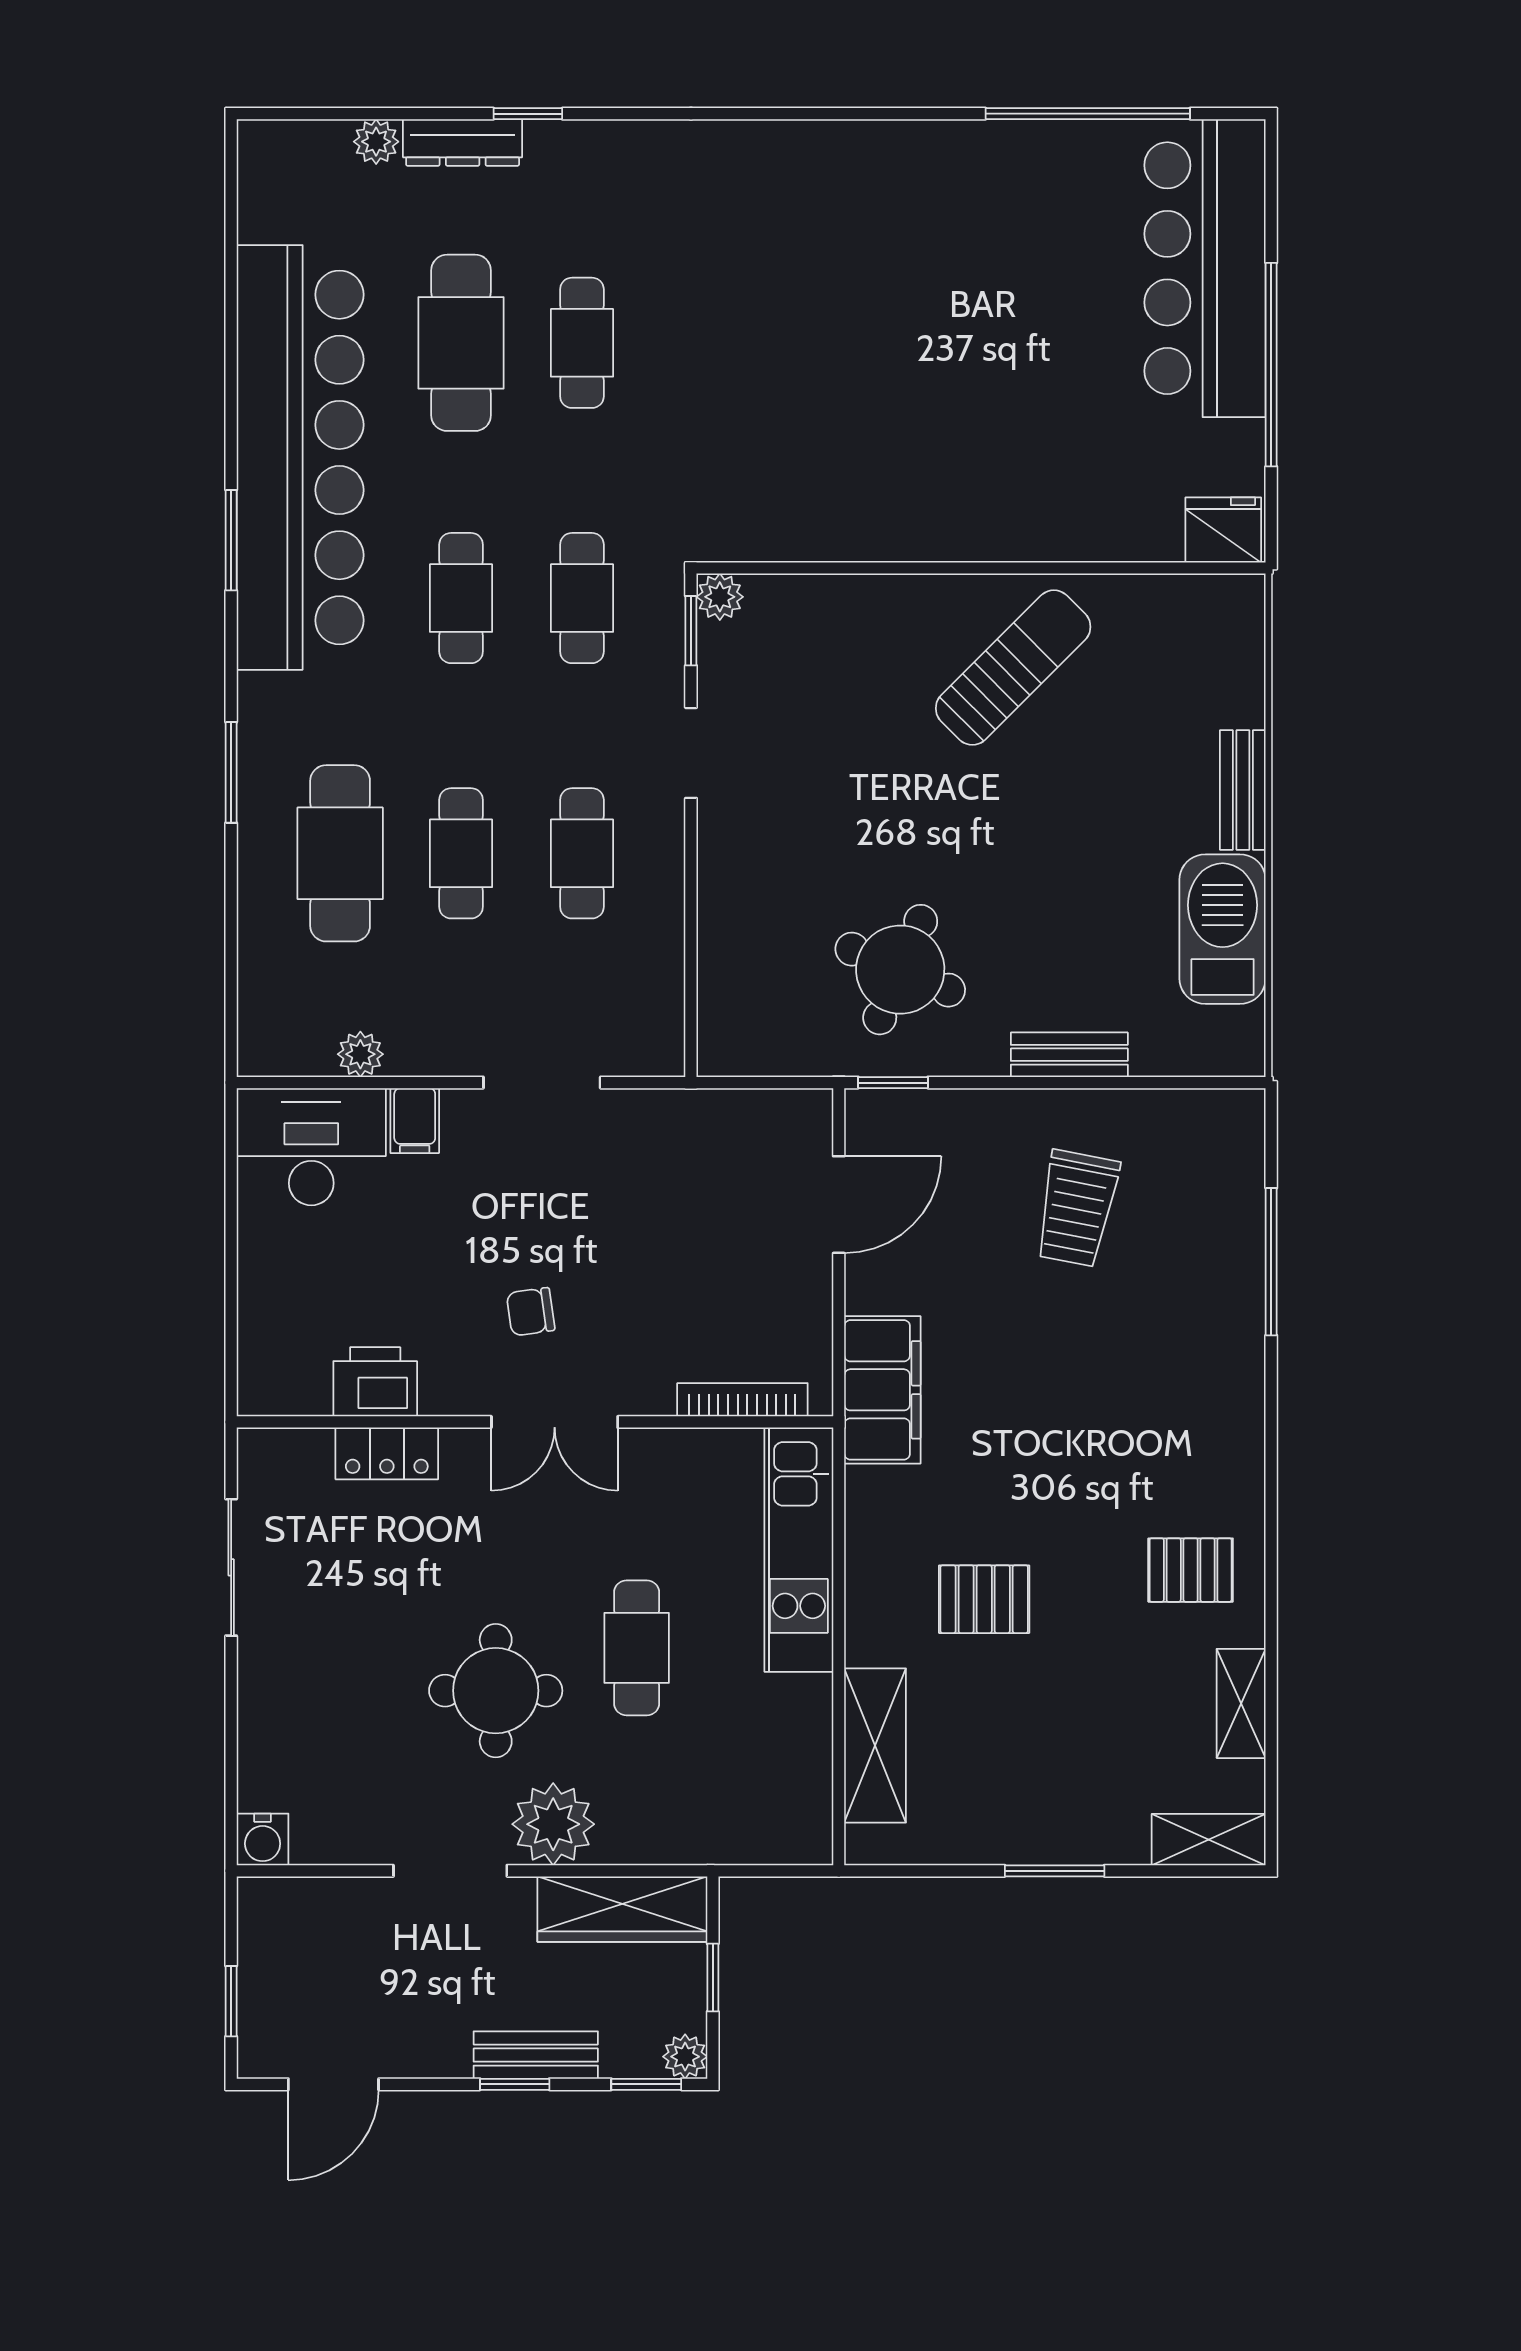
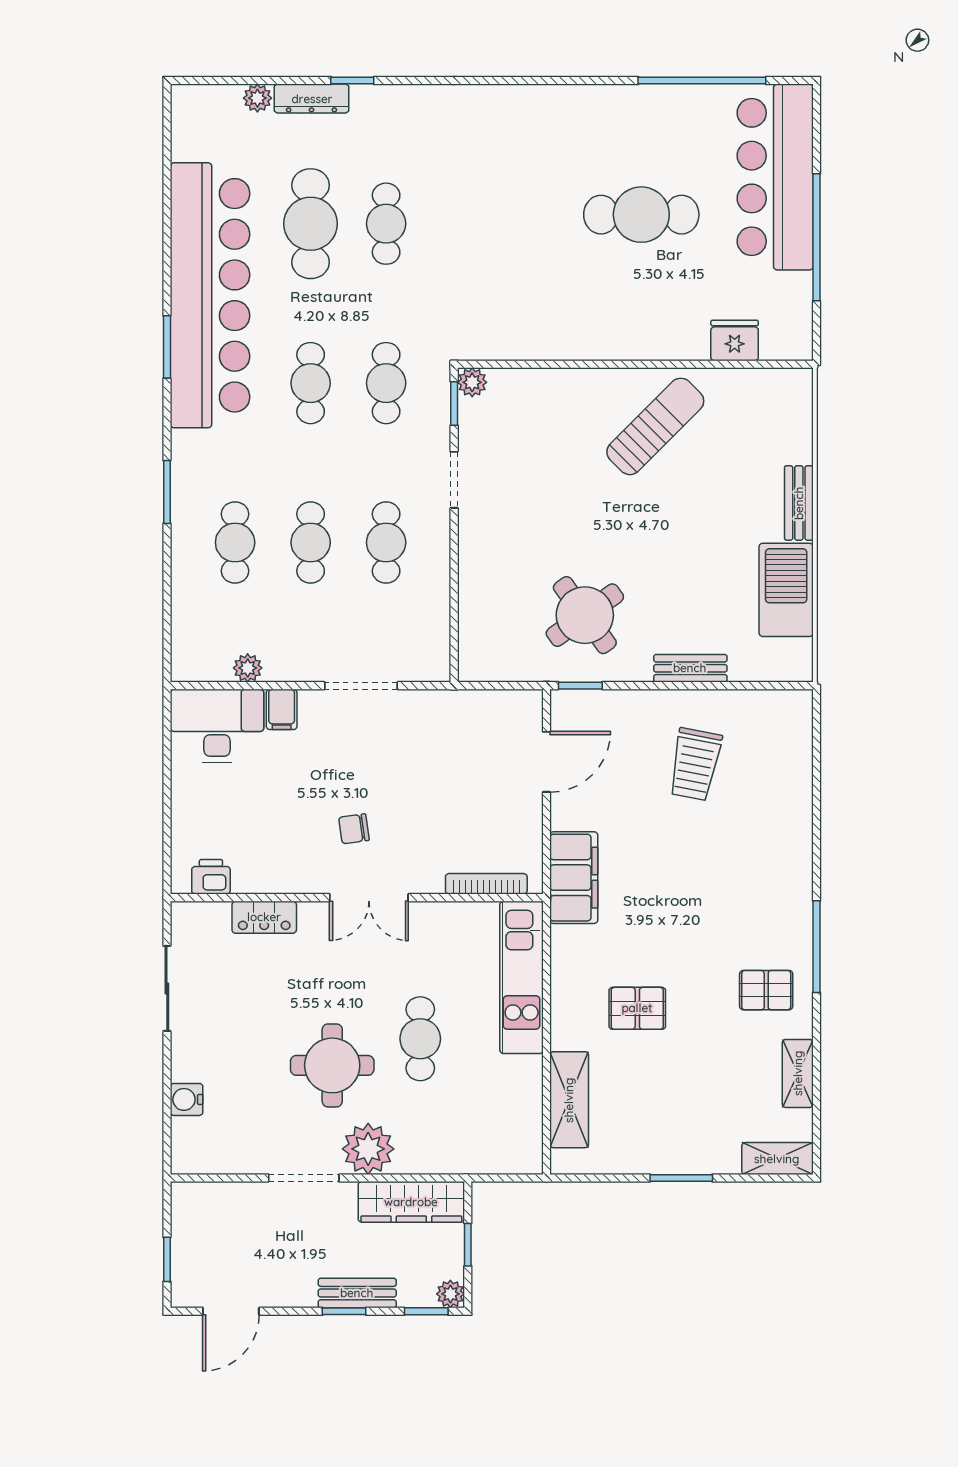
cafe table: (991, 328) -> (641, 215), added
fridge: (1223, 530) -> (735, 341), moved
cafe table: (340, 853) -> (235, 542), width x0.73, depth x0.74
round table: (900, 970) -> (585, 615), turned 31
window: (1271, 1262) -> (817, 947), moved
printer: (375, 1382) -> (211, 877), moved, width x0.73, depth x0.81
water cooler: (263, 1839) -> (187, 1099), moved, turned 90

